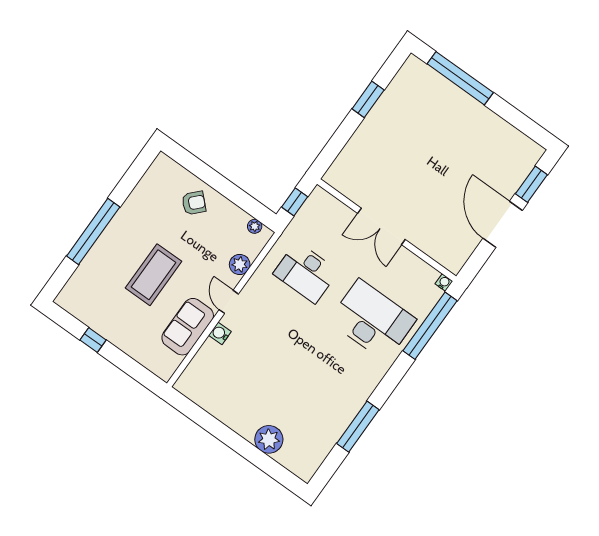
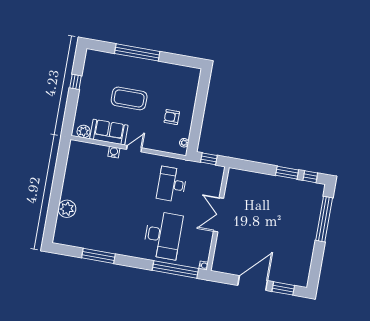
window: (390, 69) -> (310, 177), added
armchair: (194, 203) -> (172, 117), moved, turned 136
plant: (240, 264) -> (84, 131), moved

